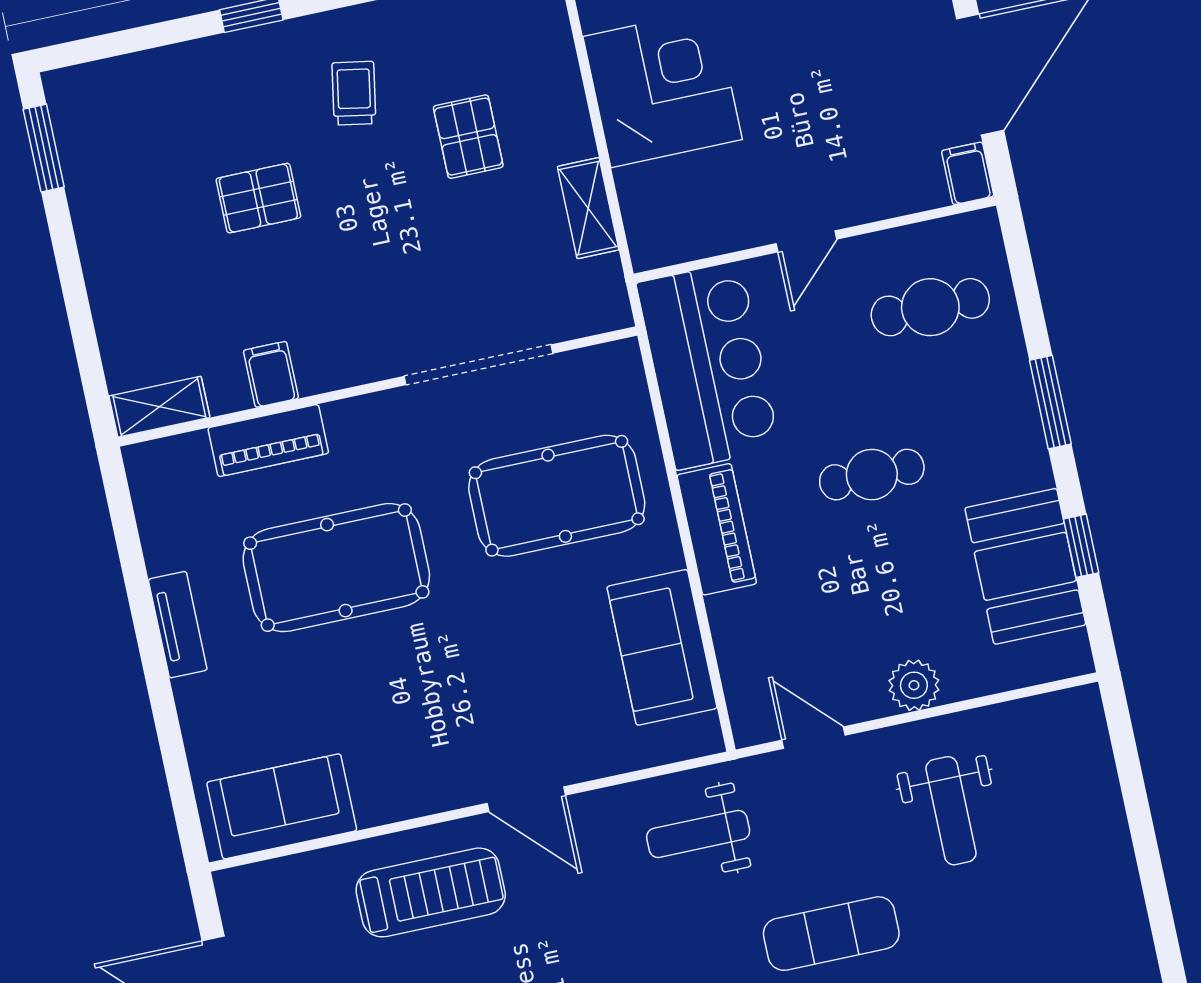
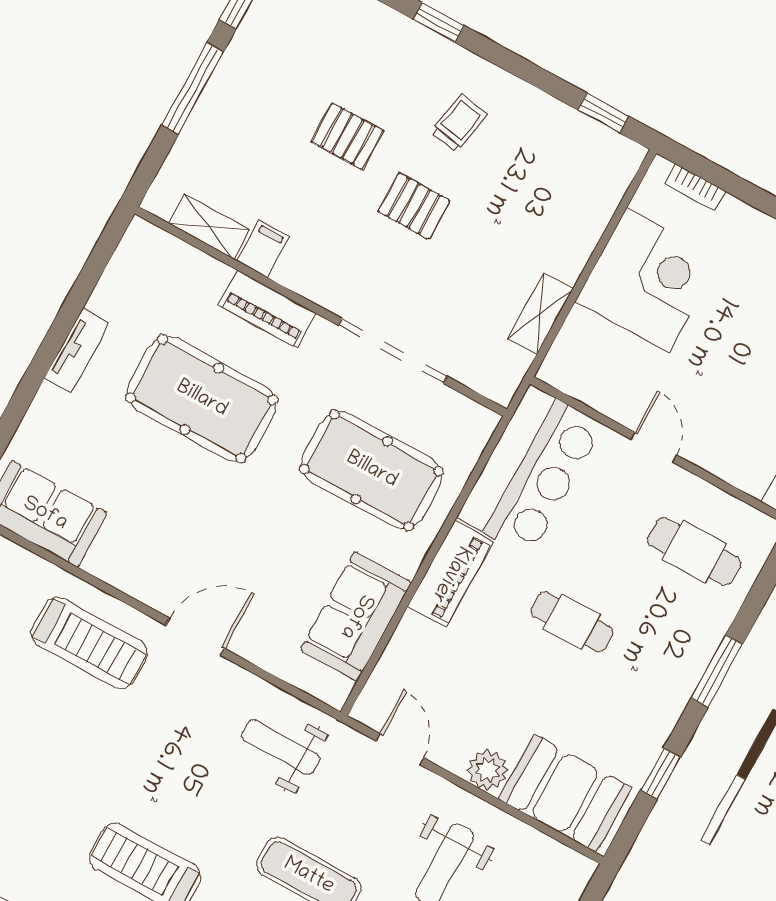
pallet: (468, 137) -> (414, 206), moved, turned 90
door: (806, 241) -> (654, 447), swing flipped
window: (72, 280) -> (192, 89), added
shelving: (159, 407) -> (209, 226), moved
piano: (268, 441) -> (267, 309), moved
booth: (1025, 566) -> (565, 793), moved, turned 90
door: (526, 799) -> (195, 637), swing flipped

